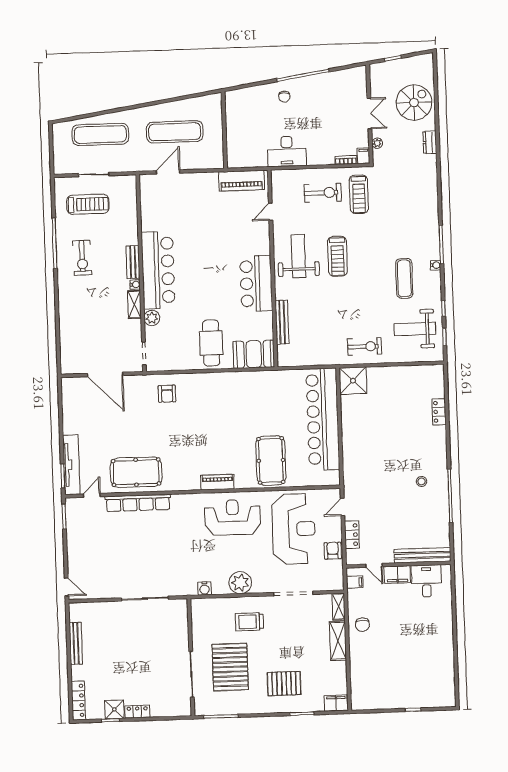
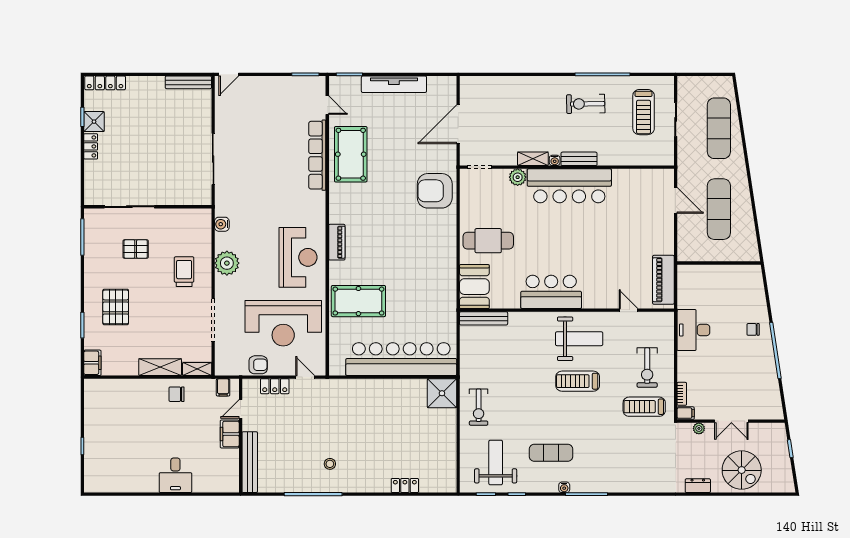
bench: (282, 322) -> (484, 318), moved
armchair: (167, 394) -> (435, 191), width x1.88, depth x1.88
tv unit: (71, 465) -> (394, 84), moved
desk: (426, 581) -> (175, 475), moved, turned 90
bench: (76, 643) -> (188, 82), moved
pallet: (230, 667) -> (136, 249), width x0.49, depth x0.50

